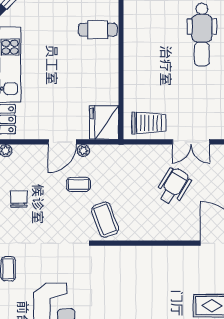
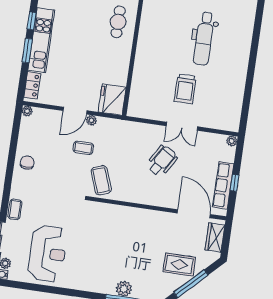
cafe table: (98, 30) -> (118, 22), turned 90
trolley: (149, 123) -> (185, 89), moved, turned 90
chair: (19, 199) -> (27, 163), moved

